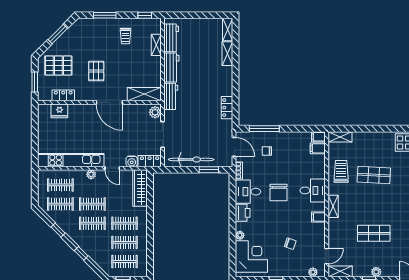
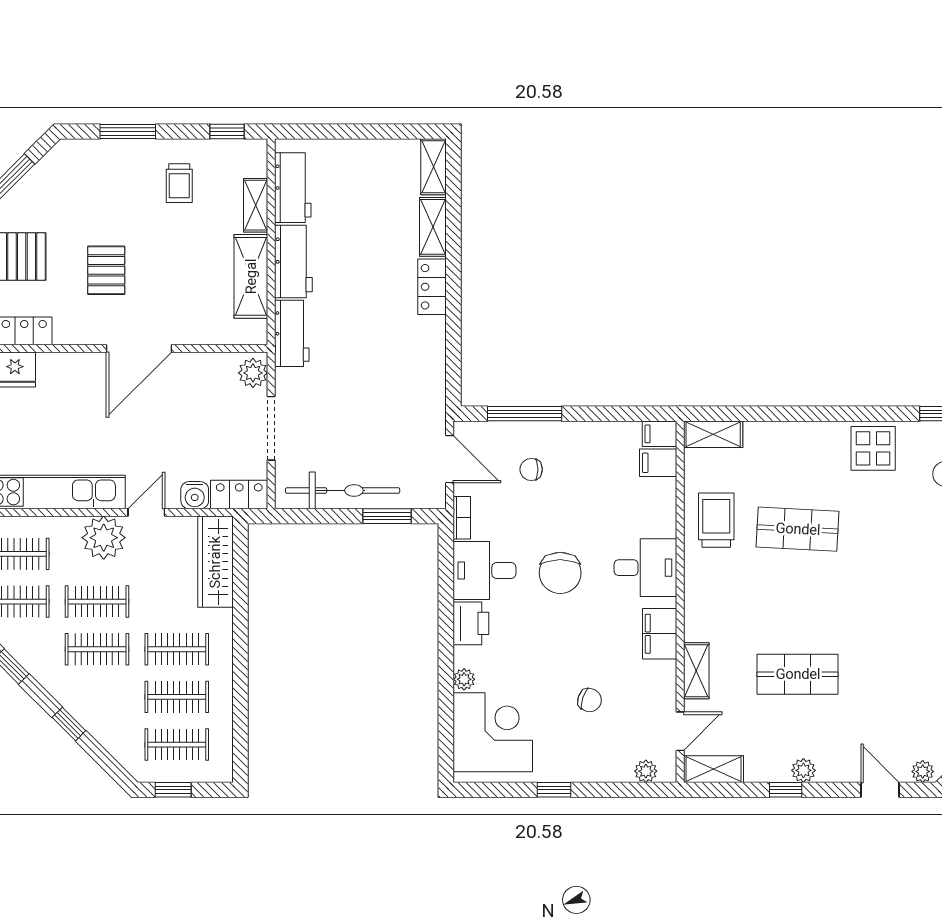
shelving: (144, 94) -> (251, 276), moved, turned 90
door: (109, 102) -> (139, 348), hinge flipped
locker: (227, 108) -> (432, 287), moved
door: (112, 168) -> (146, 512), swing flipped
plant: (91, 174) -> (104, 538), width x1.88, depth x1.88
shelving: (333, 206) -> (696, 671), moved
filing cabinet: (318, 217) -> (660, 634), width x2.00

